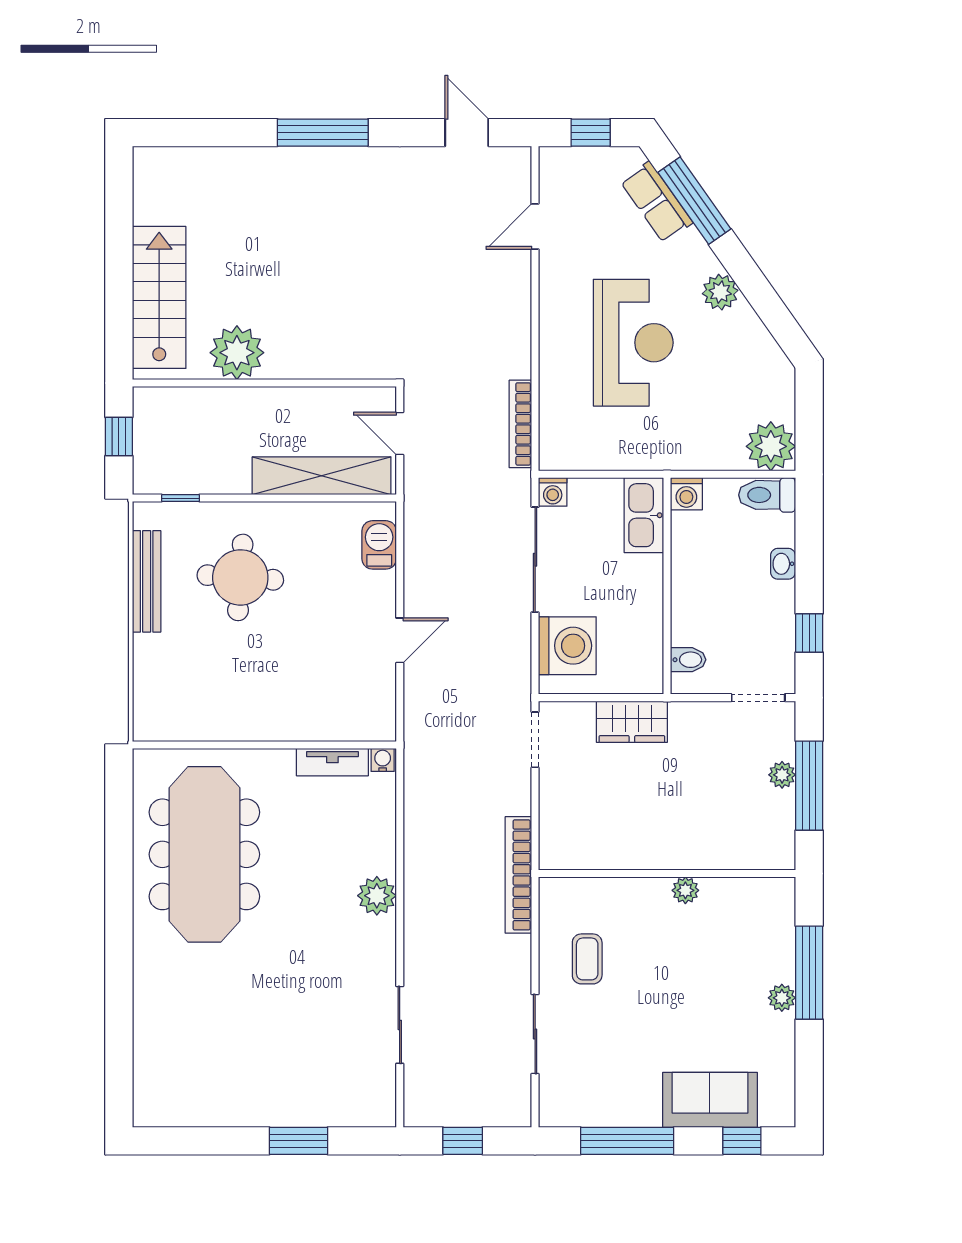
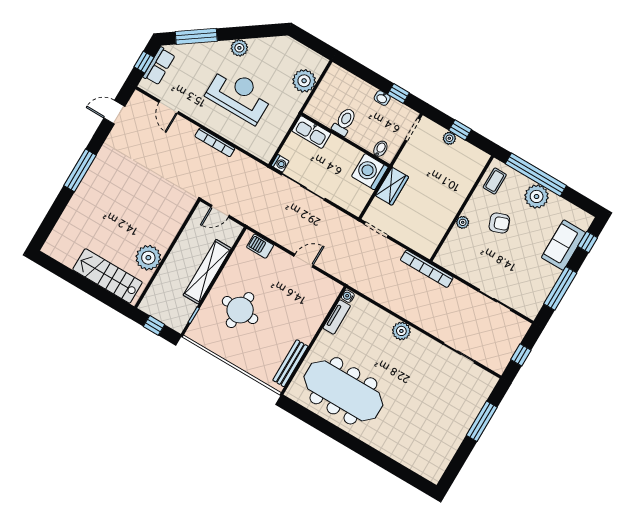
row of seats: (657, 202) -> (159, 66), moved, turned -55
bookcase: (520, 424) -> (215, 142), moved
plant: (771, 446) -> (304, 81), moved
shelving: (322, 476) -> (207, 272), moved
washing machine: (686, 494) -> (313, 110), removed
toilet: (767, 495) -> (344, 122), moved, turned 180
washbasin: (783, 564) -> (382, 98), moved
bench: (147, 581) -> (290, 363), moved, turned 90
door: (400, 640) -> (304, 261), hinge flipped
washing machine: (567, 646) -> (370, 172), moved, turned -90
window: (809, 786) -> (460, 130), width x0.46
plant: (685, 890) -> (463, 222), moved
armchair: (681, 958) -> (499, 223), added
coffee table: (587, 959) -> (495, 181), moved, turned 90
window: (809, 973) -> (536, 175), width x1.46
plant: (782, 998) -> (537, 196), width x1.87, depth x1.87
window: (299, 1141) -> (482, 421), width x1.44

